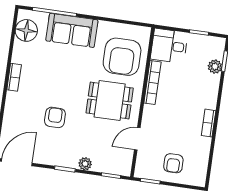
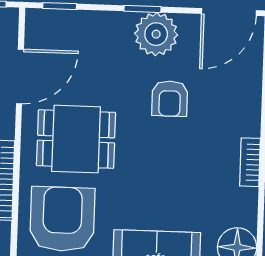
door: (137, 139) -> (20, 76), width x1.38
plant: (85, 164) -> (156, 34), moved, width x1.88, depth x1.88

